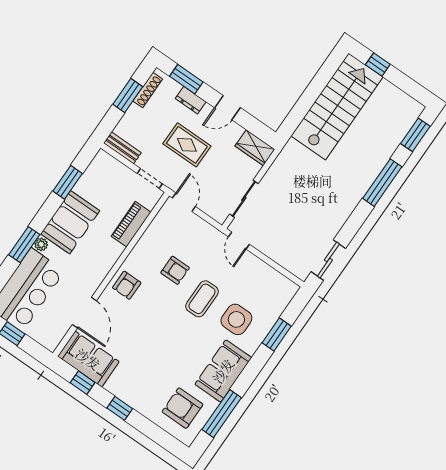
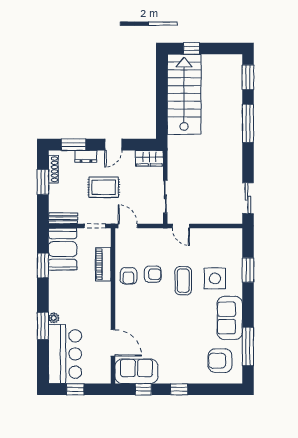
booth: (70, 222) -> (63, 249), moved
armchair: (127, 285) -> (128, 276), moved

